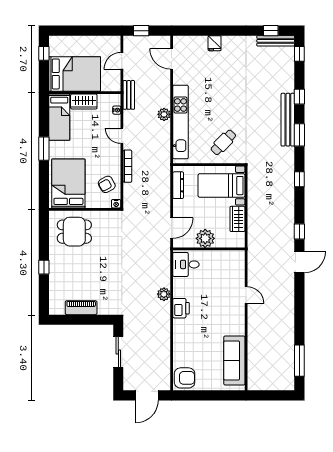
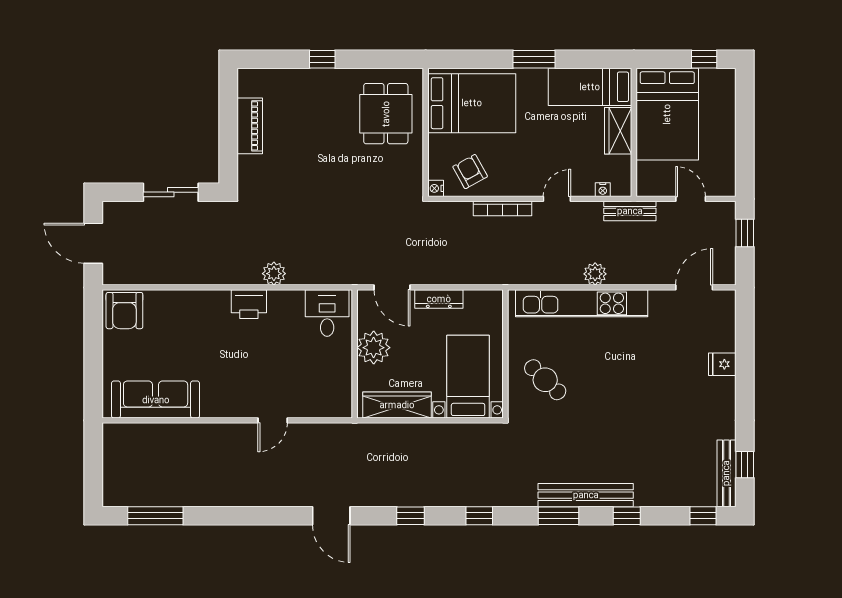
dresser: (178, 185) -> (439, 299), moved
wardrobe: (237, 219) -> (397, 405), width x1.50
window: (299, 232) -> (410, 516), moved

